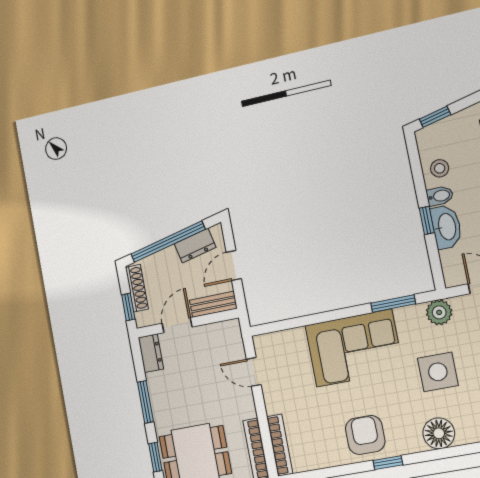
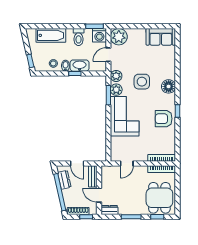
plant: (409, 319) -> (116, 90), added

